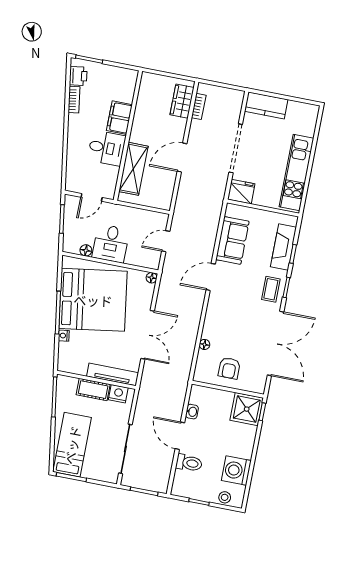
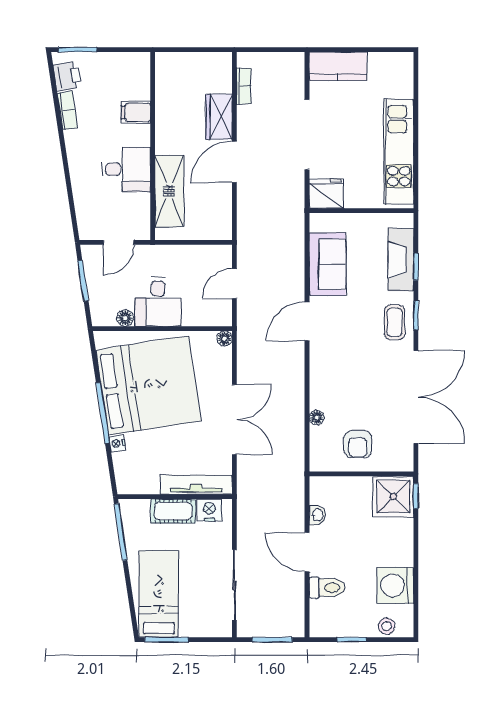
wardrobe: (182, 101) -> (219, 117), moved
filing cabinet: (119, 118) -> (136, 112), width x0.50

